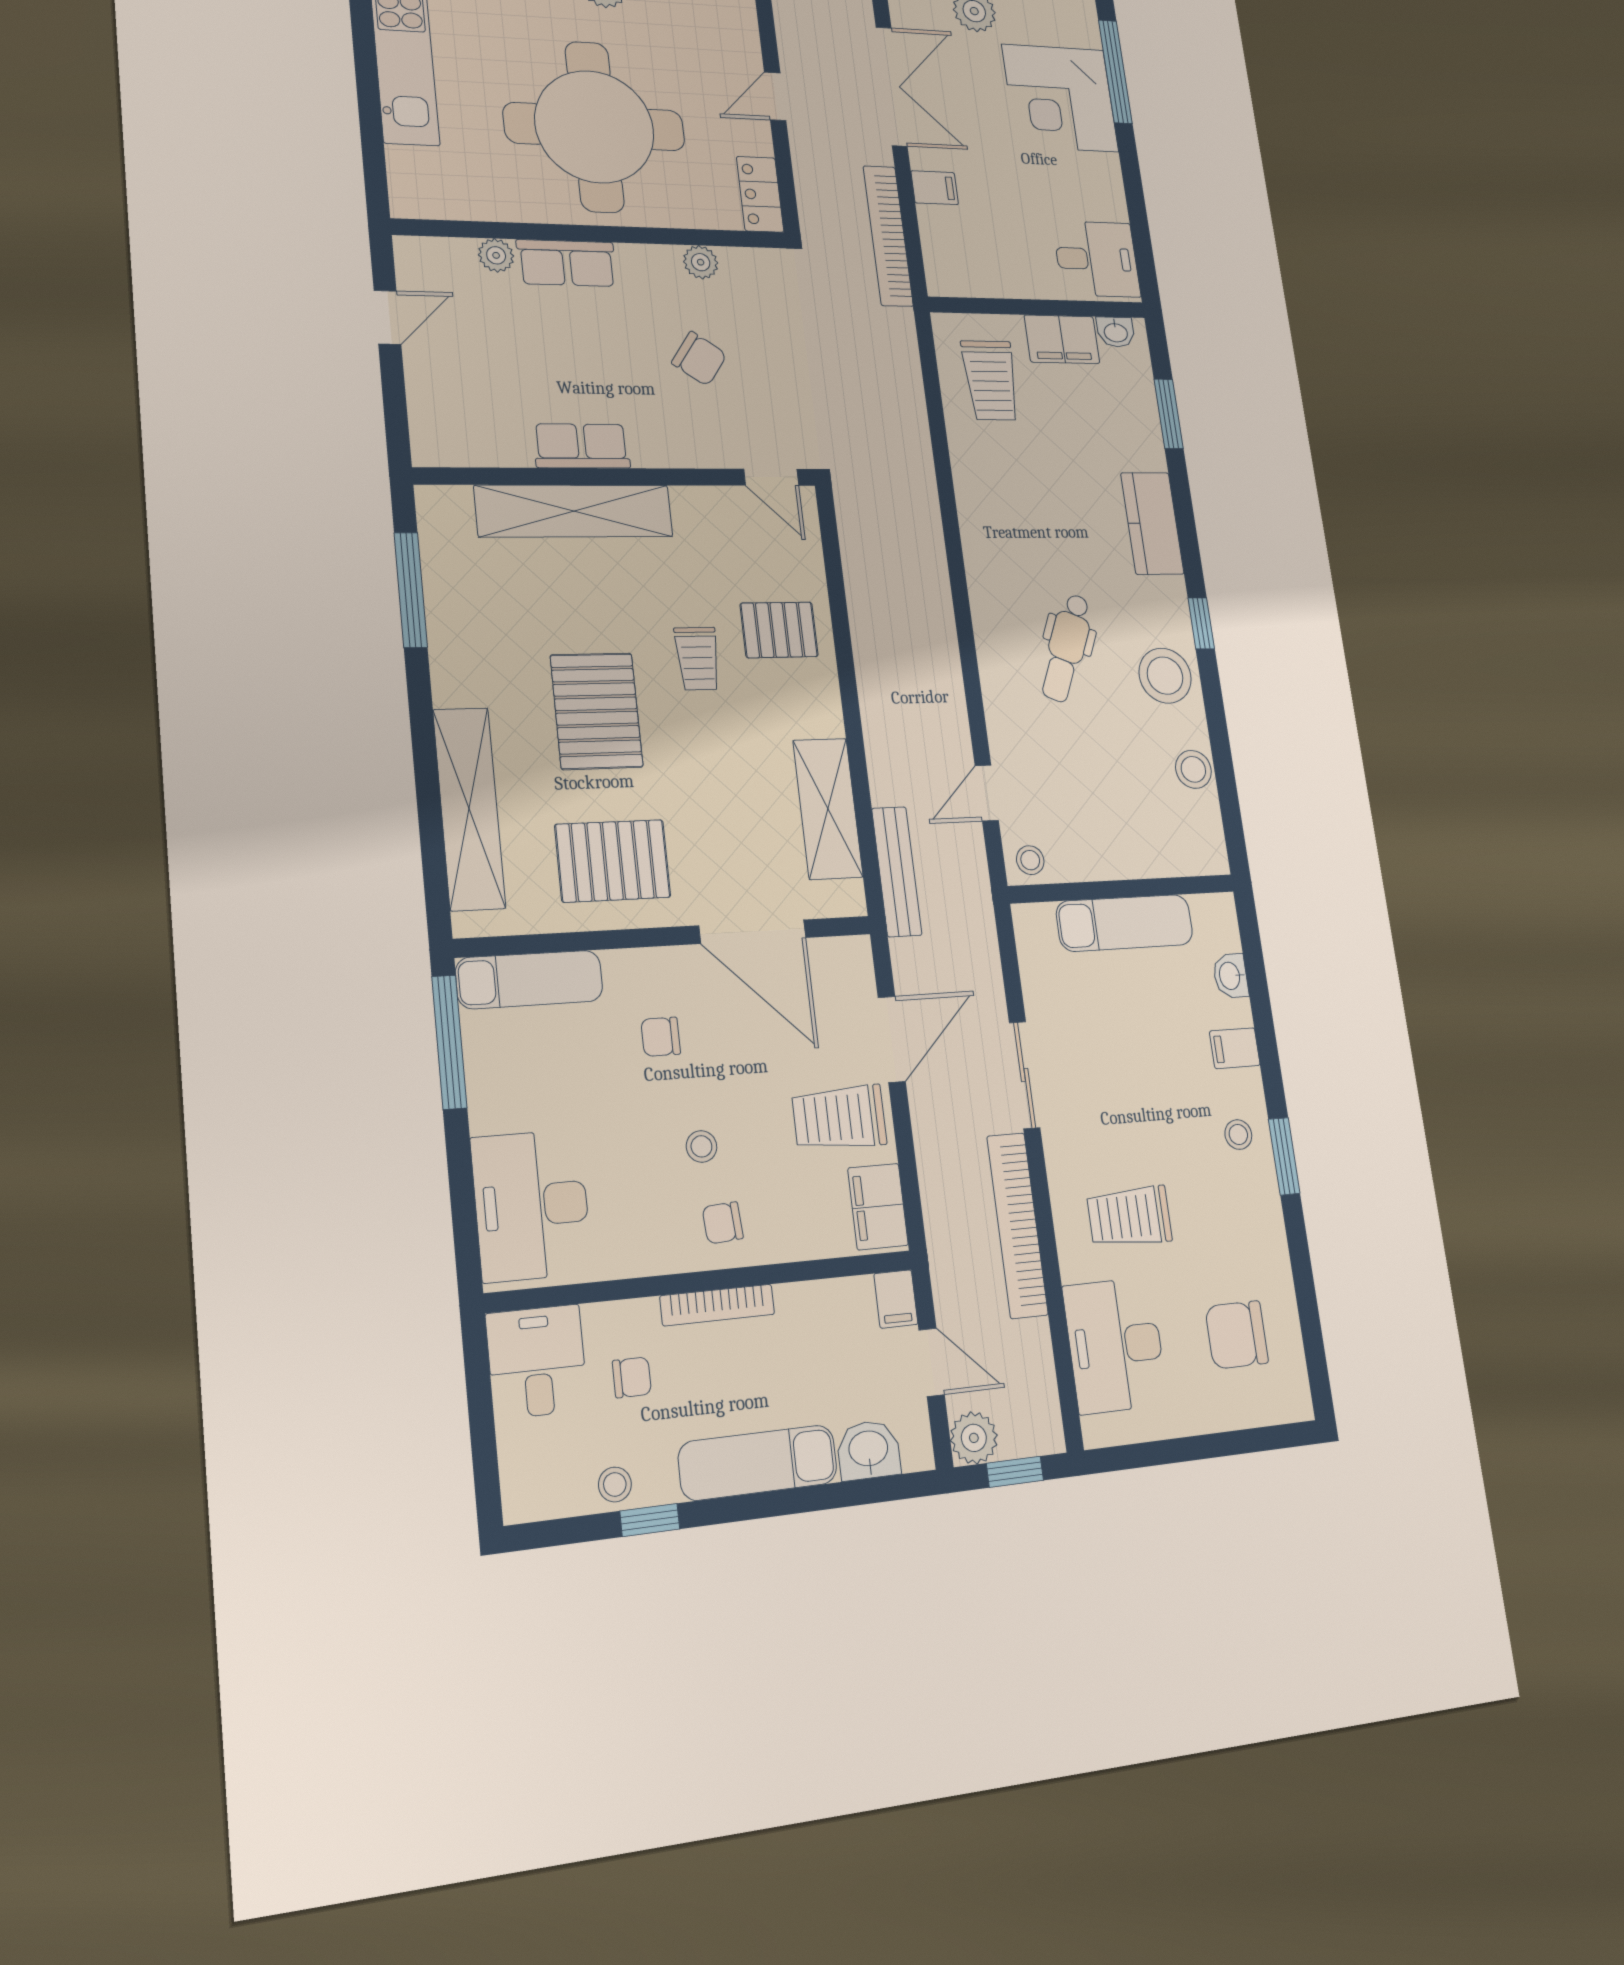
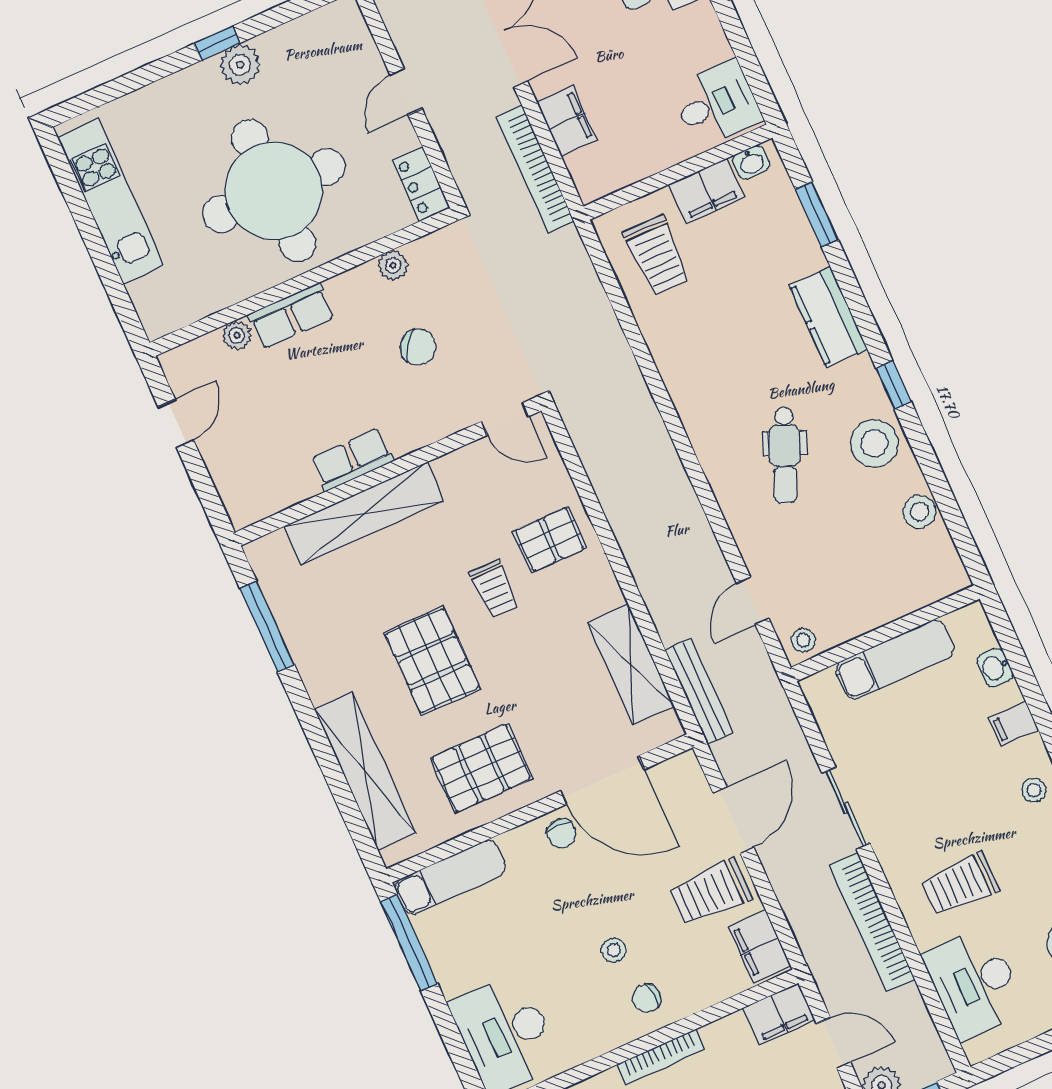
filing cabinet: (935, 188) -> (567, 121), width x2.00
chair: (661, 1037) -> (561, 833), moved, turned -90
filing cabinet: (896, 1299) -> (779, 1014), width x2.00

